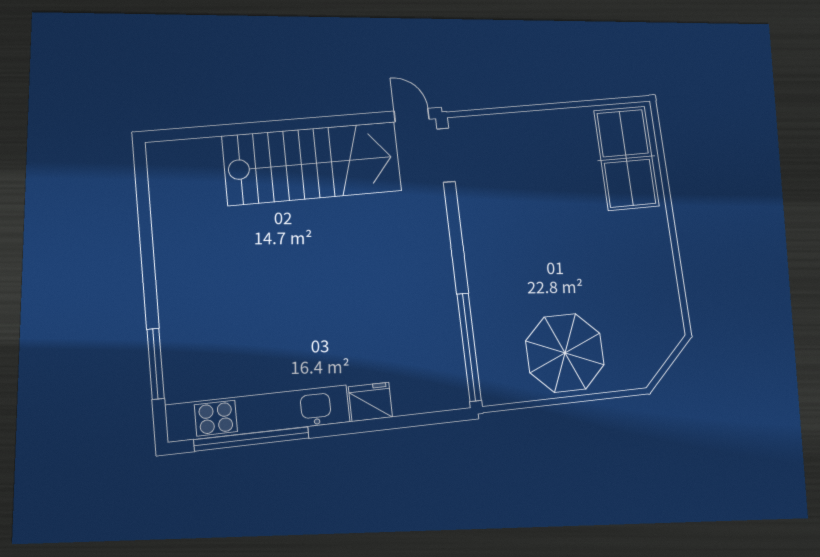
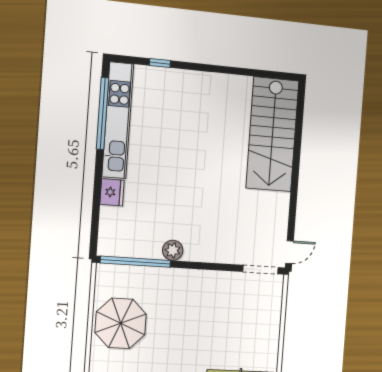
stairs: (312, 163) -> (272, 134), moved
plant: (441, 293) -> (173, 250), added
window: (156, 364) -> (160, 63), width x0.46

